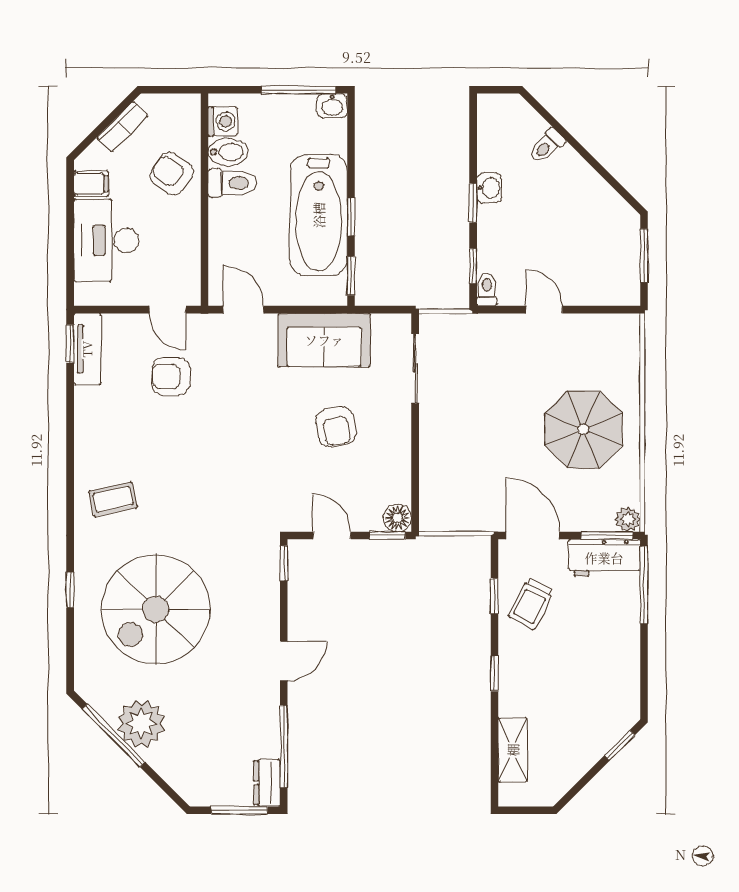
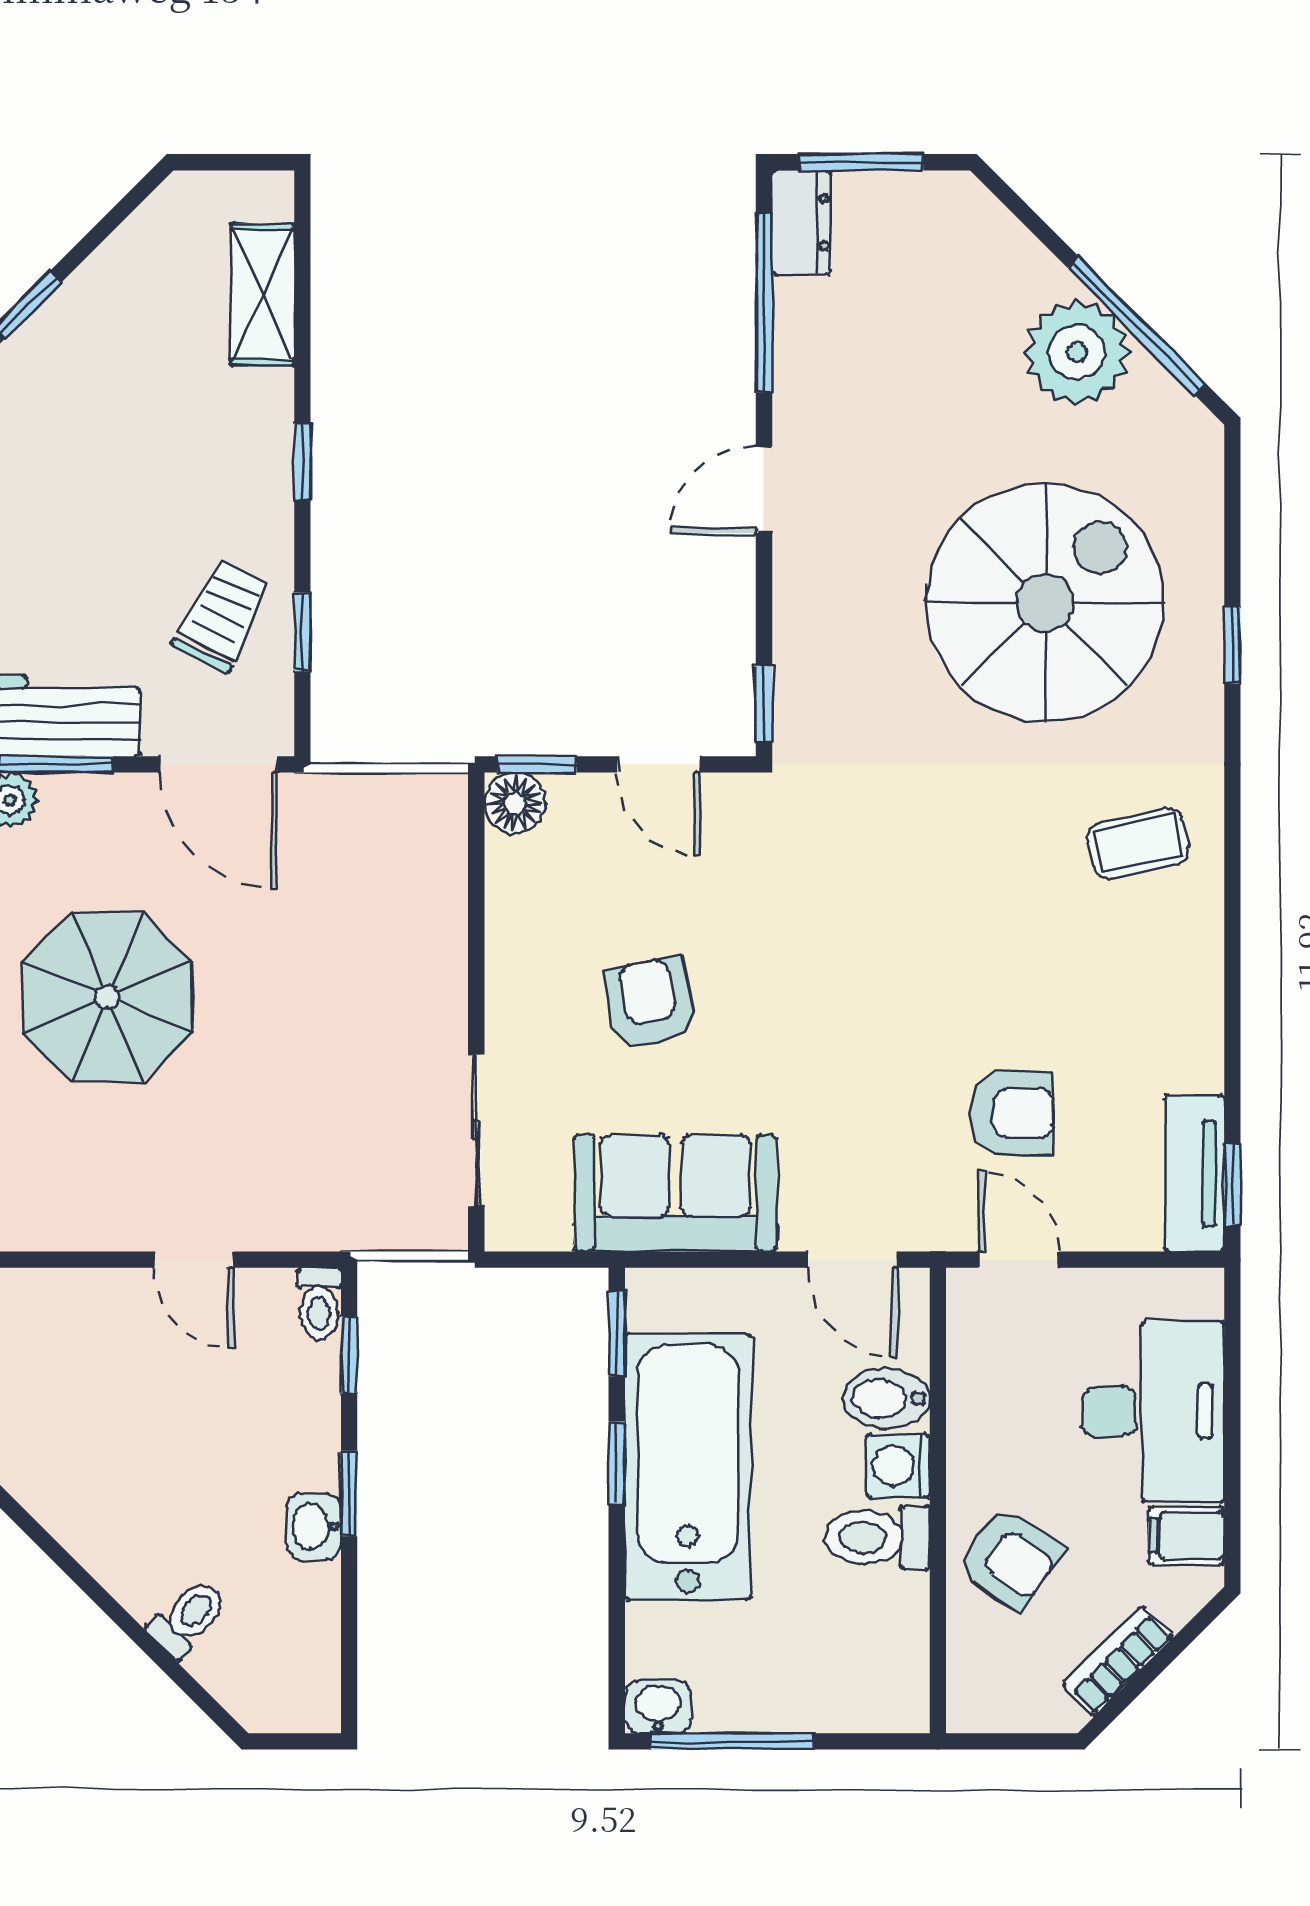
washing machine: (223, 121) -> (898, 1466), moved
bidet: (228, 152) -> (886, 1398), moved

